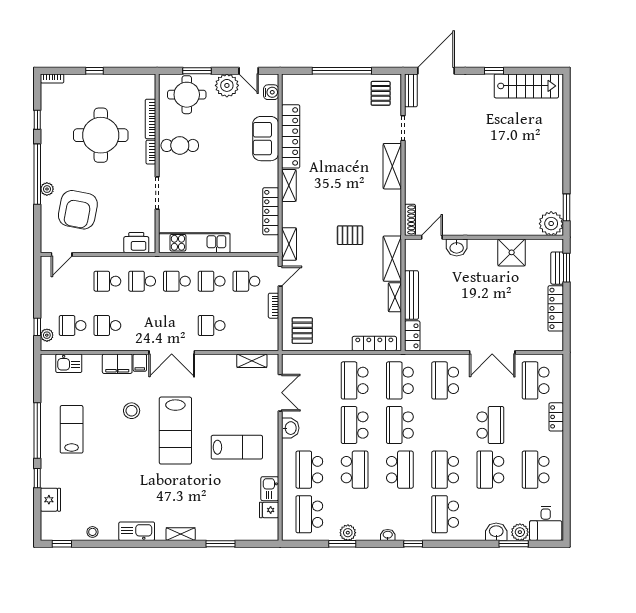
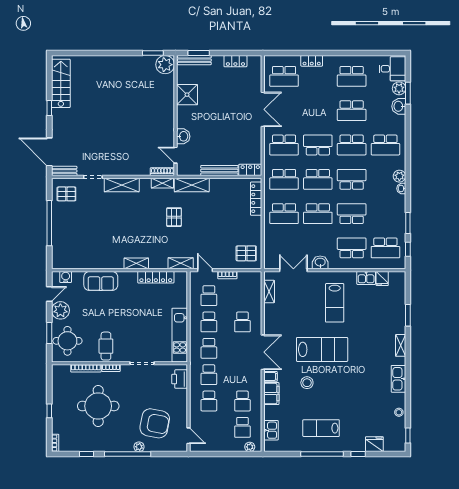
locker: (291, 136) -> (99, 262), removed
bench: (557, 268) -> (194, 60), width x1.36
shelving: (395, 297) -> (162, 183), moved
locker: (556, 308) -> (235, 61), width x0.66
window: (37, 327) -> (244, 454), removed
school desk: (490, 425) -> (318, 145), moved
lab bench: (237, 447) -> (335, 303), turned 180
school desk: (309, 470) -> (352, 248), turned 180
plant: (348, 533) -> (399, 176), moved
window: (413, 544) -> (408, 249), moved

